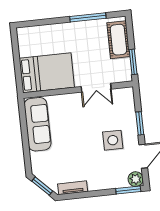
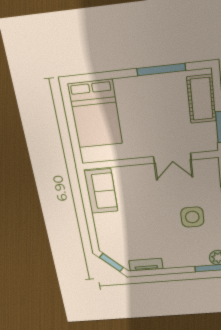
bed: (47, 73) -> (95, 114), moved, turned 90
sofa: (38, 124) -> (101, 191), width x0.73

